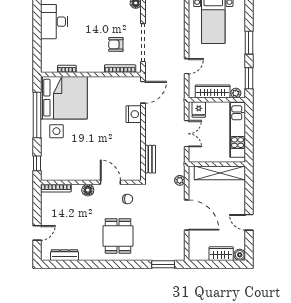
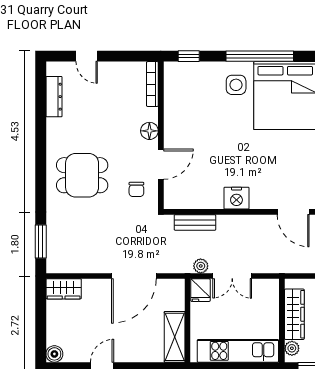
fridge: (199, 110) -> (200, 290), moved, turned -90
nightstand: (134, 114) -> (236, 198), moved
shelving: (220, 173) -> (175, 337), width x0.68
plant: (180, 180) -> (201, 266), moved
door: (187, 215) -> (134, 276), moved
wardrobe: (221, 254) -> (64, 289), moved, turned 90

